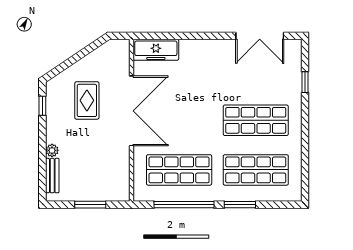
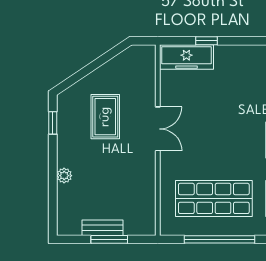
window: (173, 36) -> (207, 41), added
double door: (131, 111) -> (158, 129), width x0.54
bench: (52, 176) -> (103, 228), moved, turned 90

